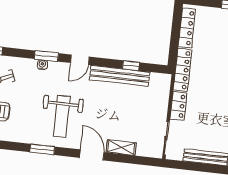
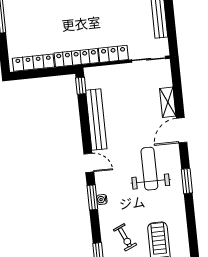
window: (131, 66) -> (81, 86), moved
weight bench: (62, 116) -> (149, 169), turned -90

